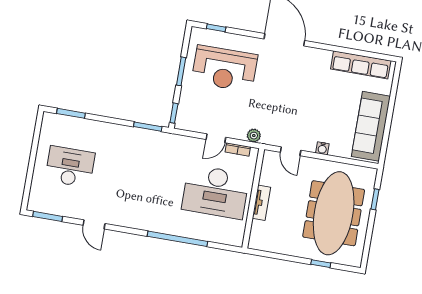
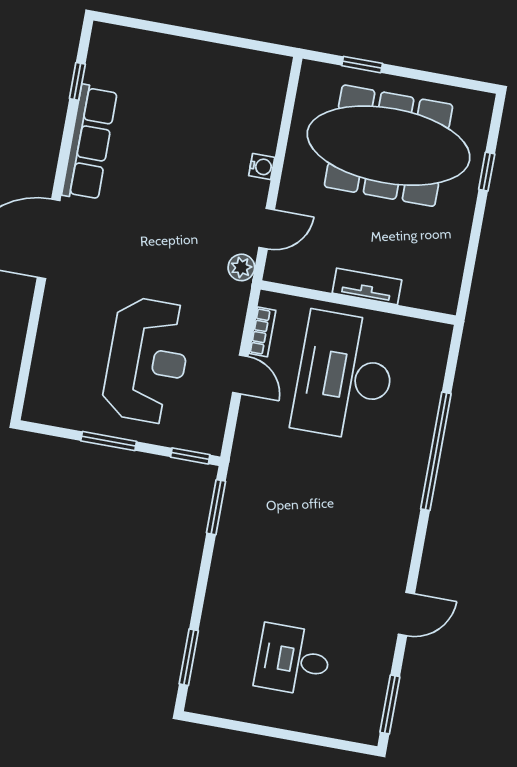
window: (216, 28) -> (77, 81), moved
row of seats: (361, 65) -> (90, 143), moved
reception desk: (225, 69) -> (147, 360), moved
sofa: (371, 126) -> (219, 71), removed
plant: (254, 136) -> (241, 267), moved
desk: (70, 167) -> (293, 660), width x0.73
desk: (216, 192) -> (345, 376), turned 180

